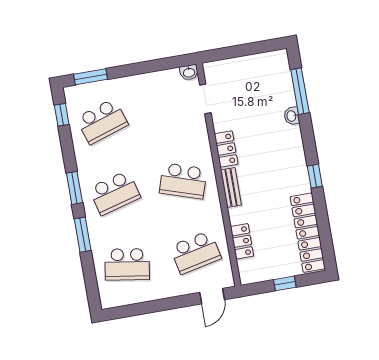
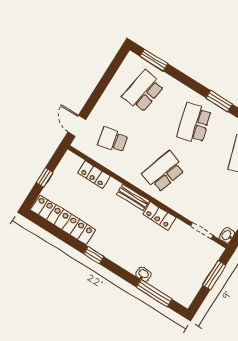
window: (235, 52) -> (214, 275), added
window: (83, 235) -> (154, 60), moved
school desk: (196, 252) -> (113, 140), width x0.54

